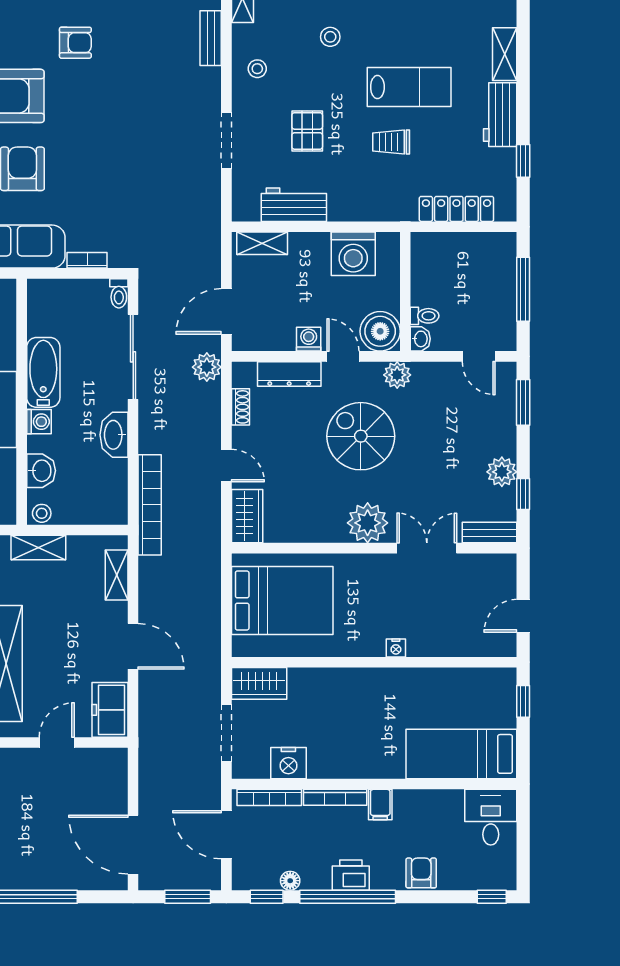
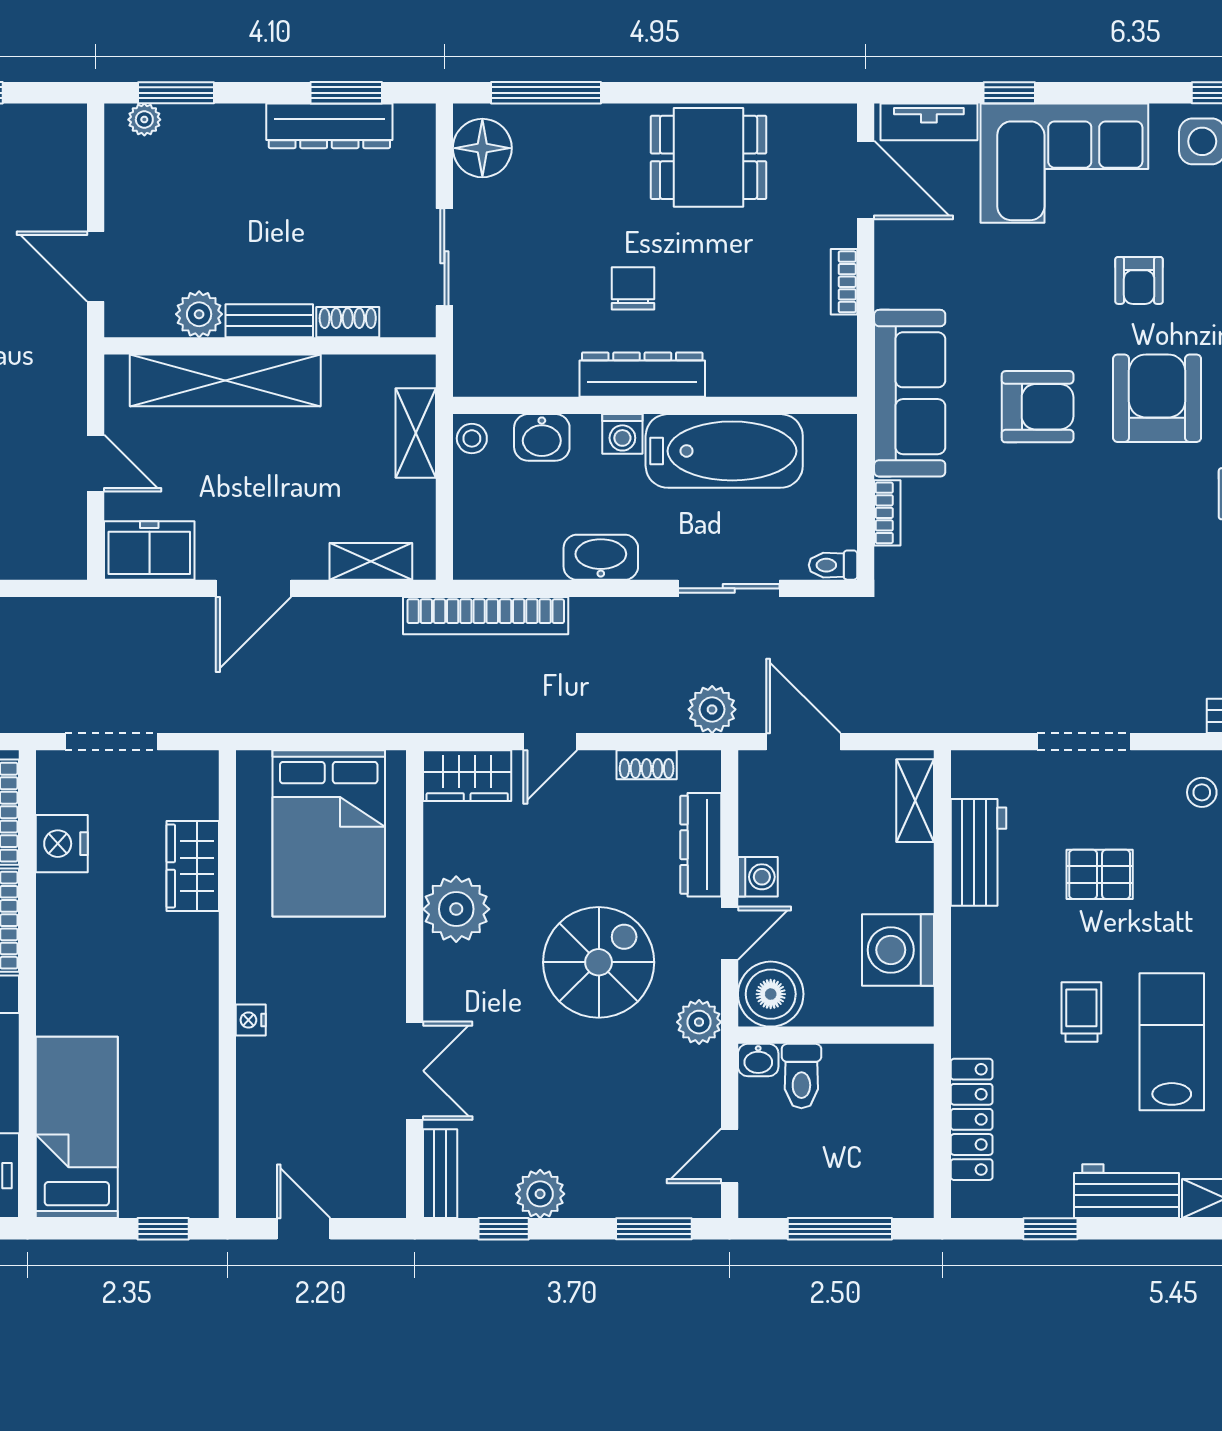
lab bench: (409, 87) -> (1172, 1042), turned 180
toilet: (425, 316) -> (801, 1076), width x1.37, depth x1.39
sliding door: (133, 357) -> (729, 588), width x0.73
bathtub: (43, 372) -> (724, 451), width x1.36, depth x1.36
plant: (368, 523) -> (456, 909), moved
wardrobe: (259, 683) -> (193, 866), moved

